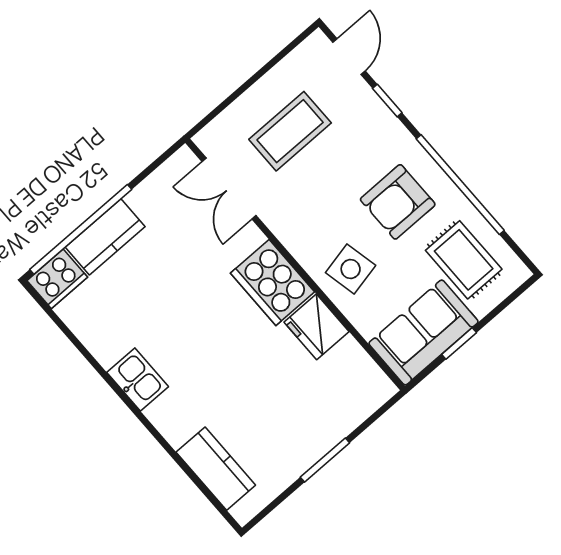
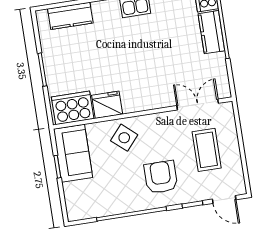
armchair: (398, 202) -> (161, 177), moved
rug: (464, 260) -> (95, 193), removed
side table: (351, 269) -> (124, 138), turned -37
cooker: (272, 283) -> (73, 108), moved

